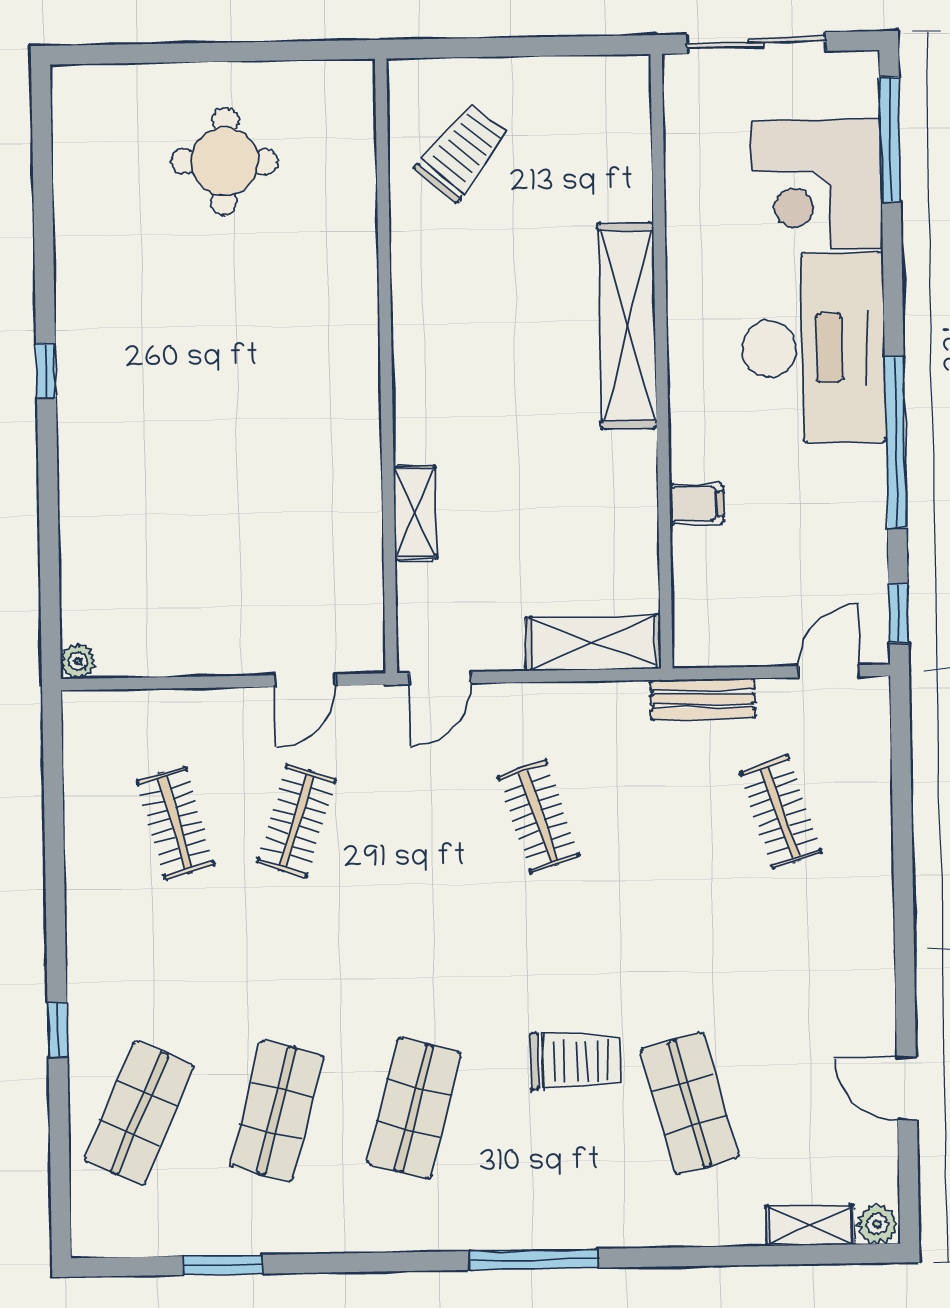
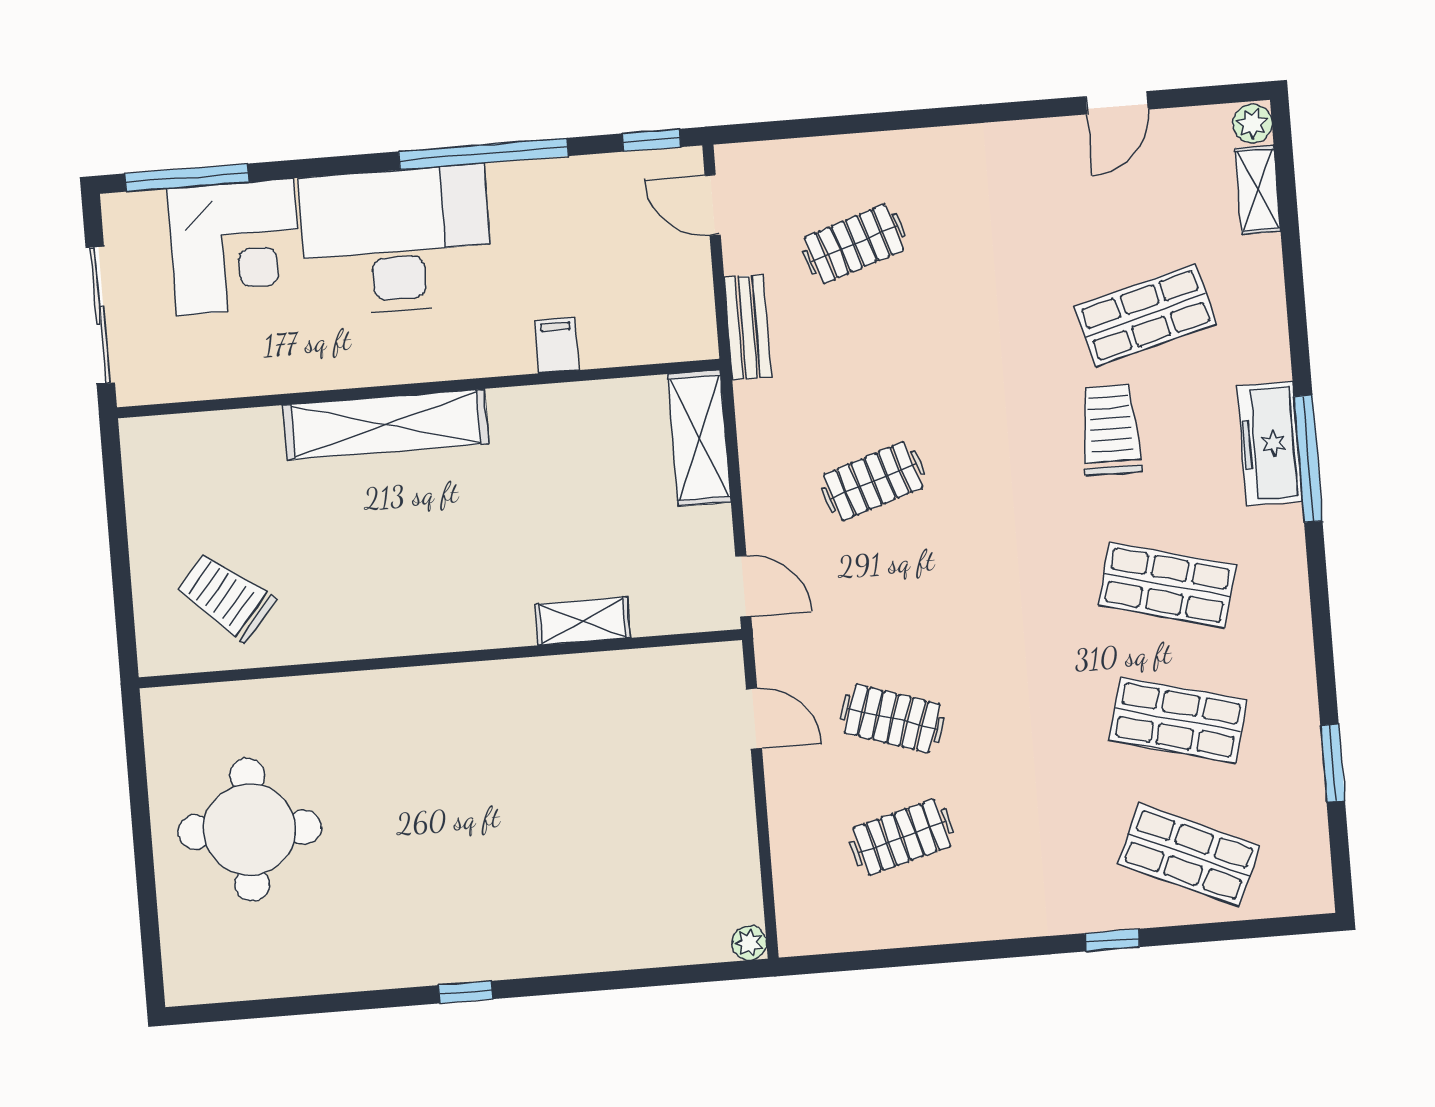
round table: (225, 161) -> (250, 830), width x1.36, depth x1.36
freezer: (551, 1221) -> (1270, 443), added

